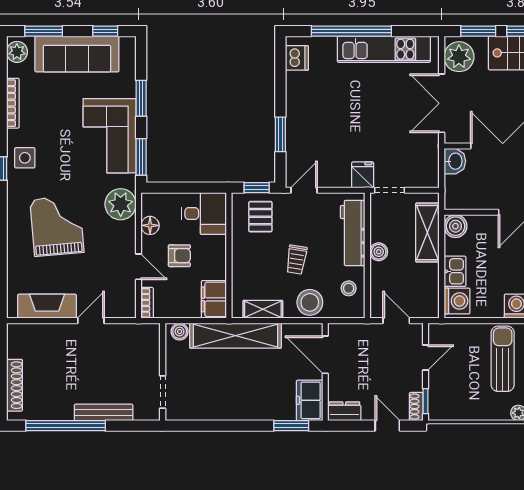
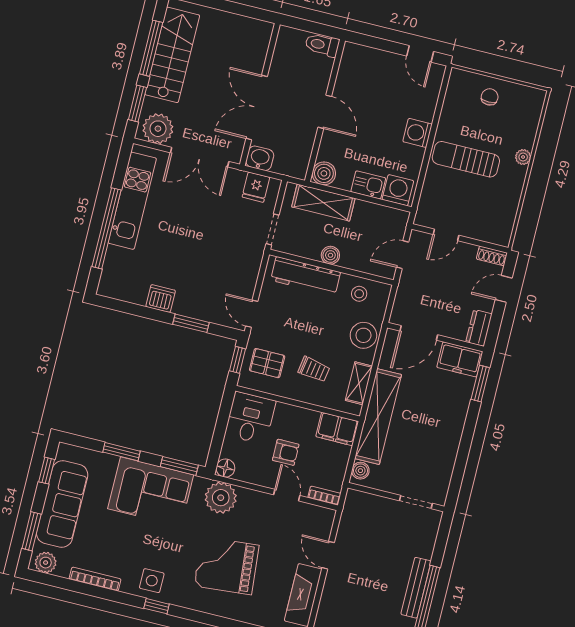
dishwasher: (297, 58) -> (161, 299), moved
fridge: (363, 175) -> (256, 187), moved, turned -90
floor lamp: (150, 225) -> (225, 468), moved
armchair: (179, 256) -> (286, 452), turned 90
trolley: (296, 260) -> (314, 369), moved
door: (139, 267) -> (287, 495), hinge flipped
door: (426, 358) -> (446, 235), swing flipped
window: (426, 401) -> (489, 245), removed
bench: (104, 412) -> (416, 588), moved

